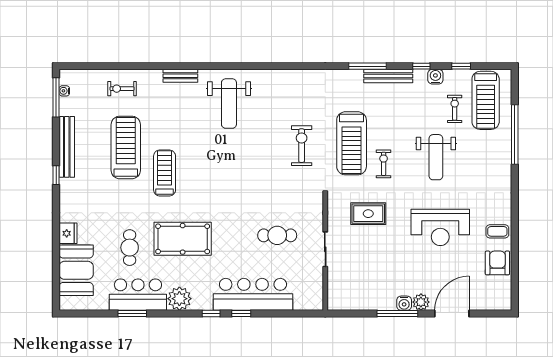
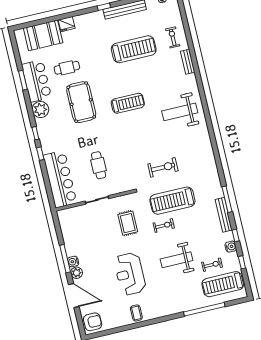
bench: (180, 76) -> (188, 62), moved
treadmill: (165, 173) -> (128, 103), moved
armchair: (497, 263) -> (93, 322), moved
bar counter: (253, 294) -> (60, 179), moved

